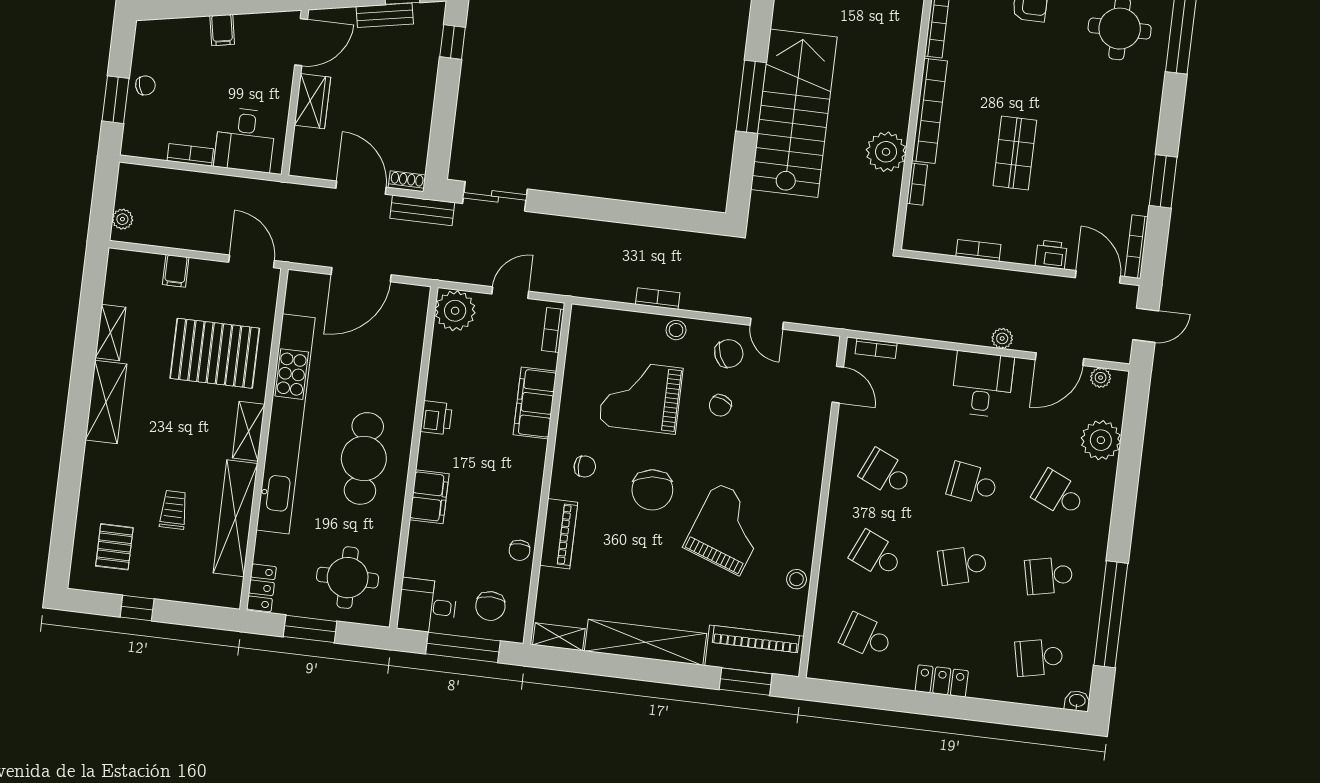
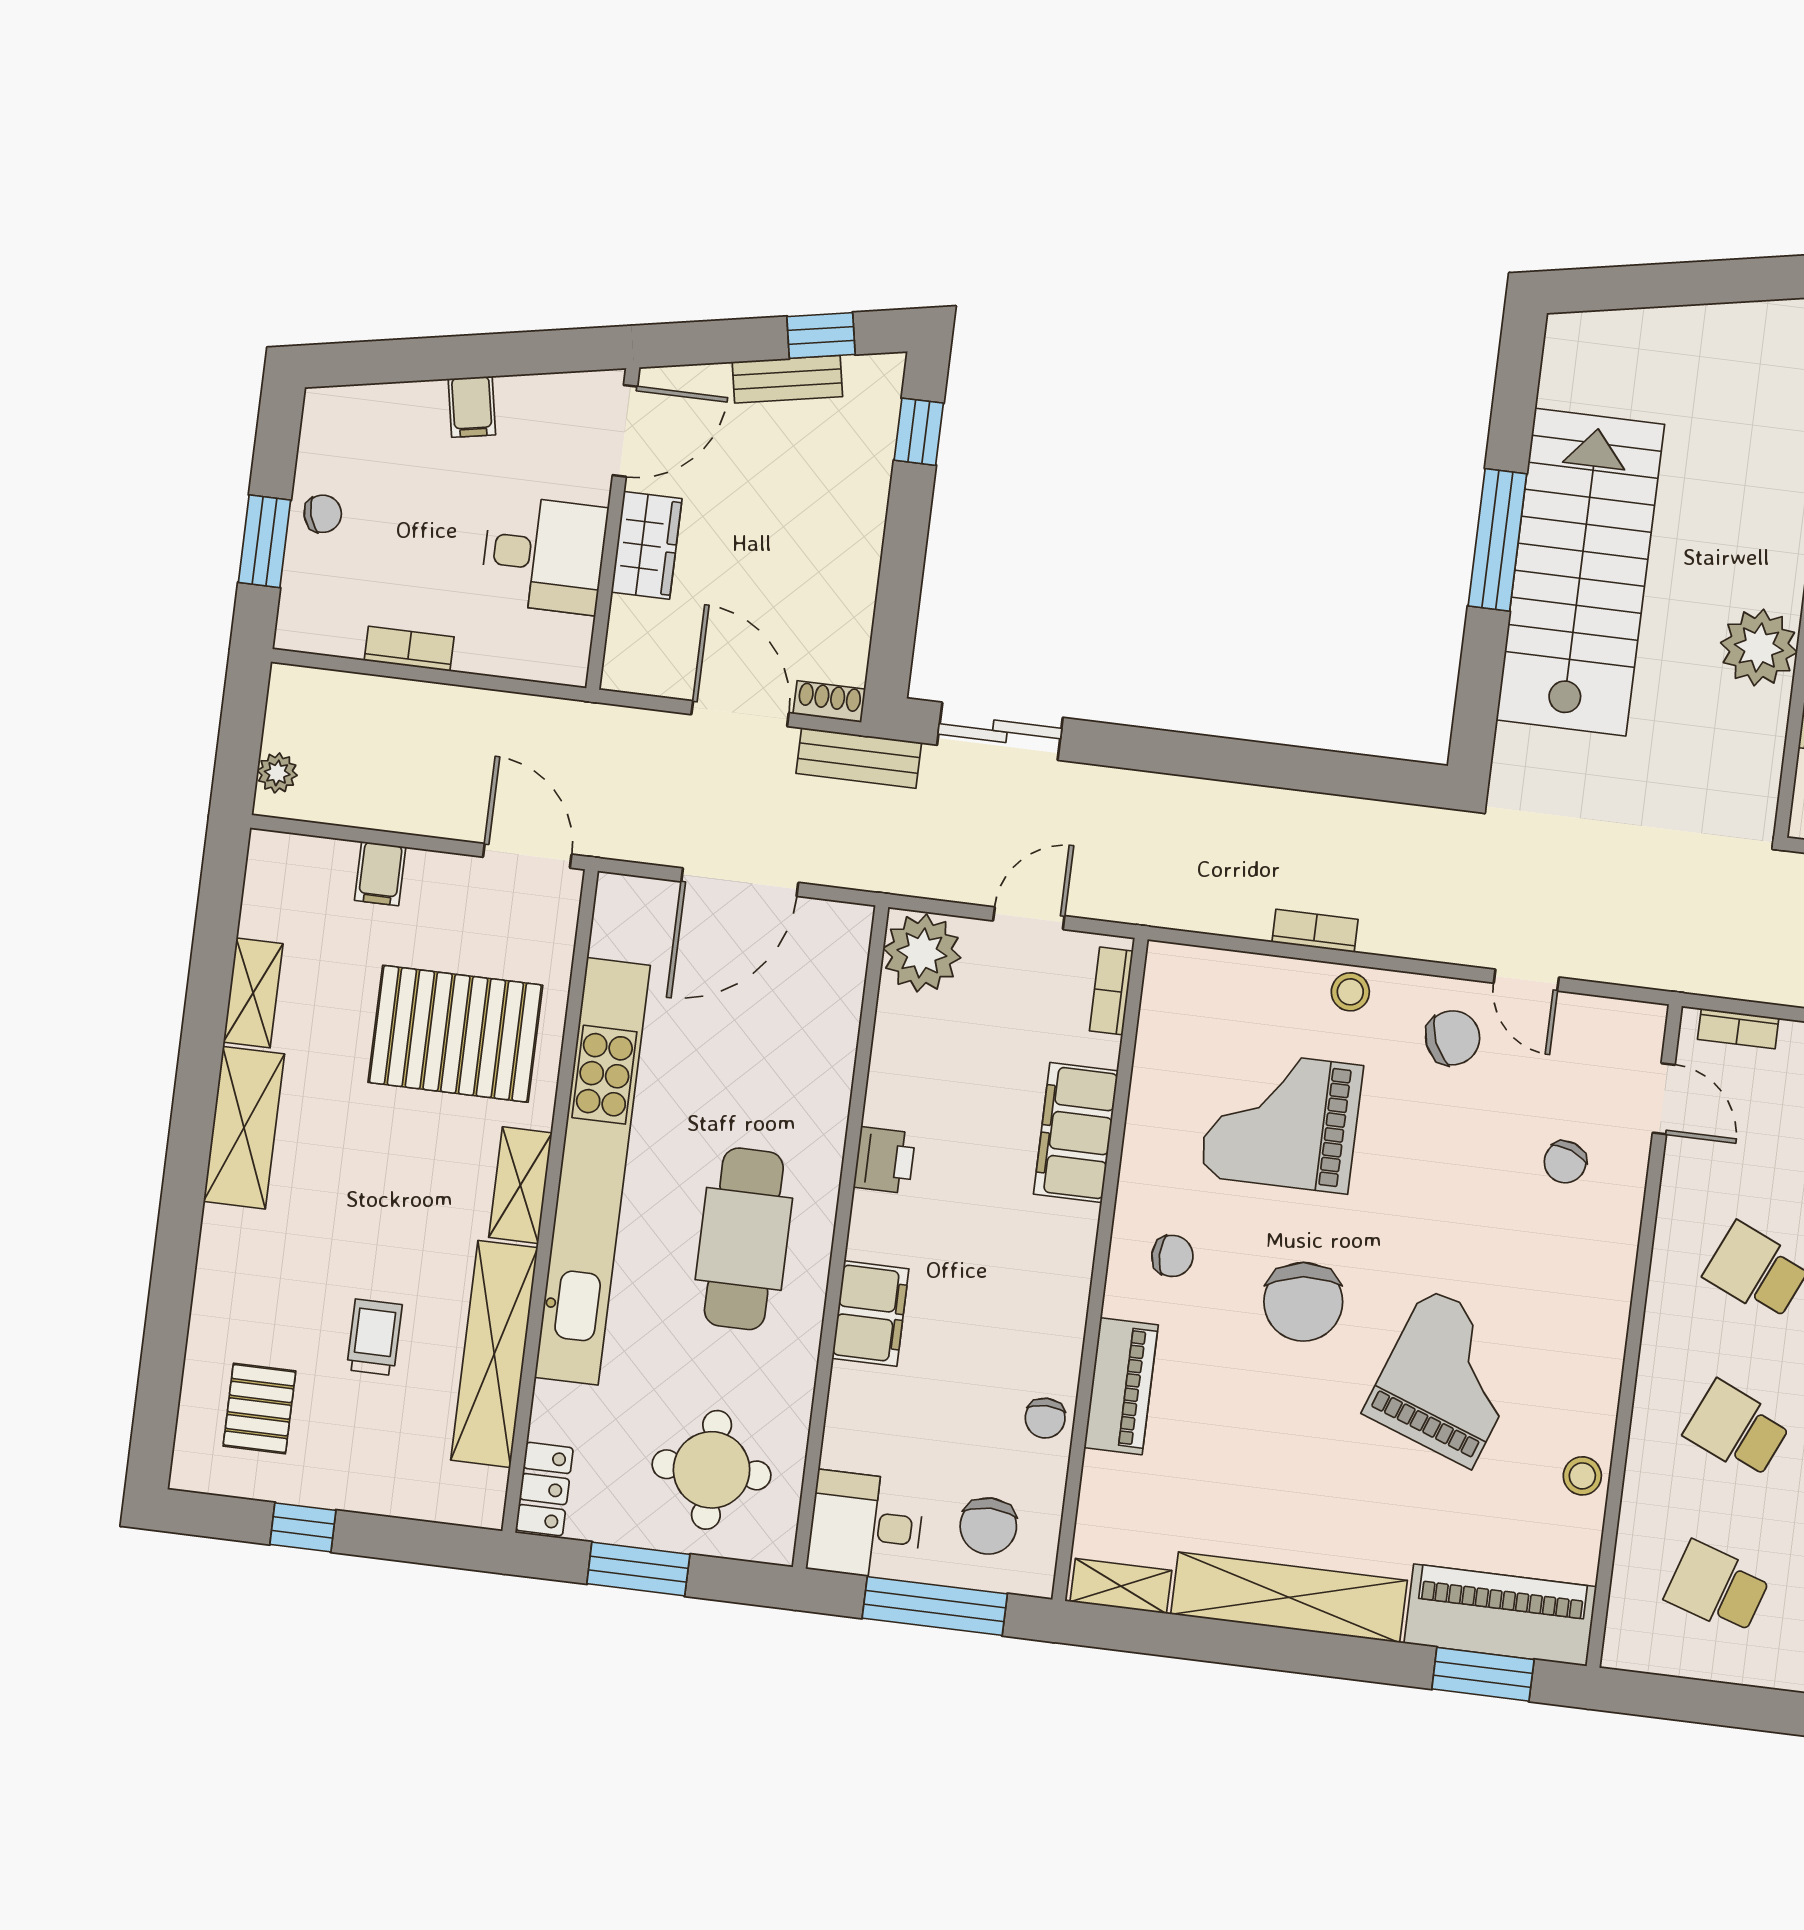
desk: (245, 140) -> (544, 555), moved, turned -90
chair: (720, 405) -> (1565, 1162), moved

